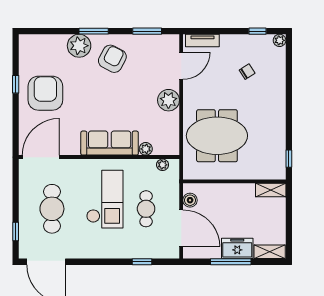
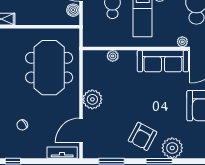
meeting table: (217, 136) -> (49, 68), turned 90
sofa: (110, 143) -> (163, 61), moved
plant: (163, 165) -> (182, 42), moved

